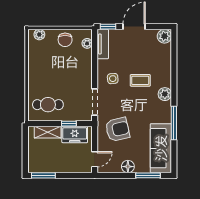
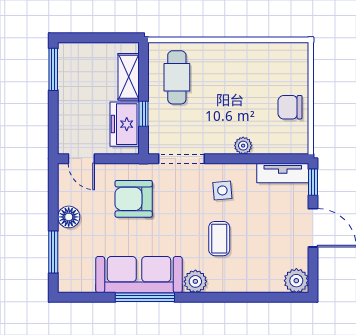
plant: (39, 35) -> (299, 62), removed
plant: (87, 43) -> (243, 146), moved
armchair: (118, 129) -> (134, 199), turned 103
sofa: (161, 148) -> (139, 275), moved

